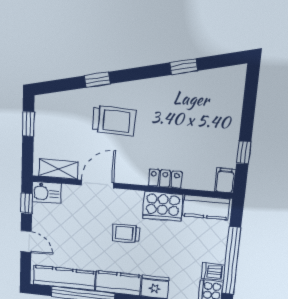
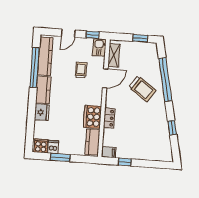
window: (97, 80) -> (165, 80), width x3.17
trolley: (114, 121) -> (142, 89), turned -57
door: (97, 184) -> (105, 78), hinge flipped
trolley: (126, 233) -> (81, 70), moved
window: (231, 261) -> (60, 157), width x0.47

